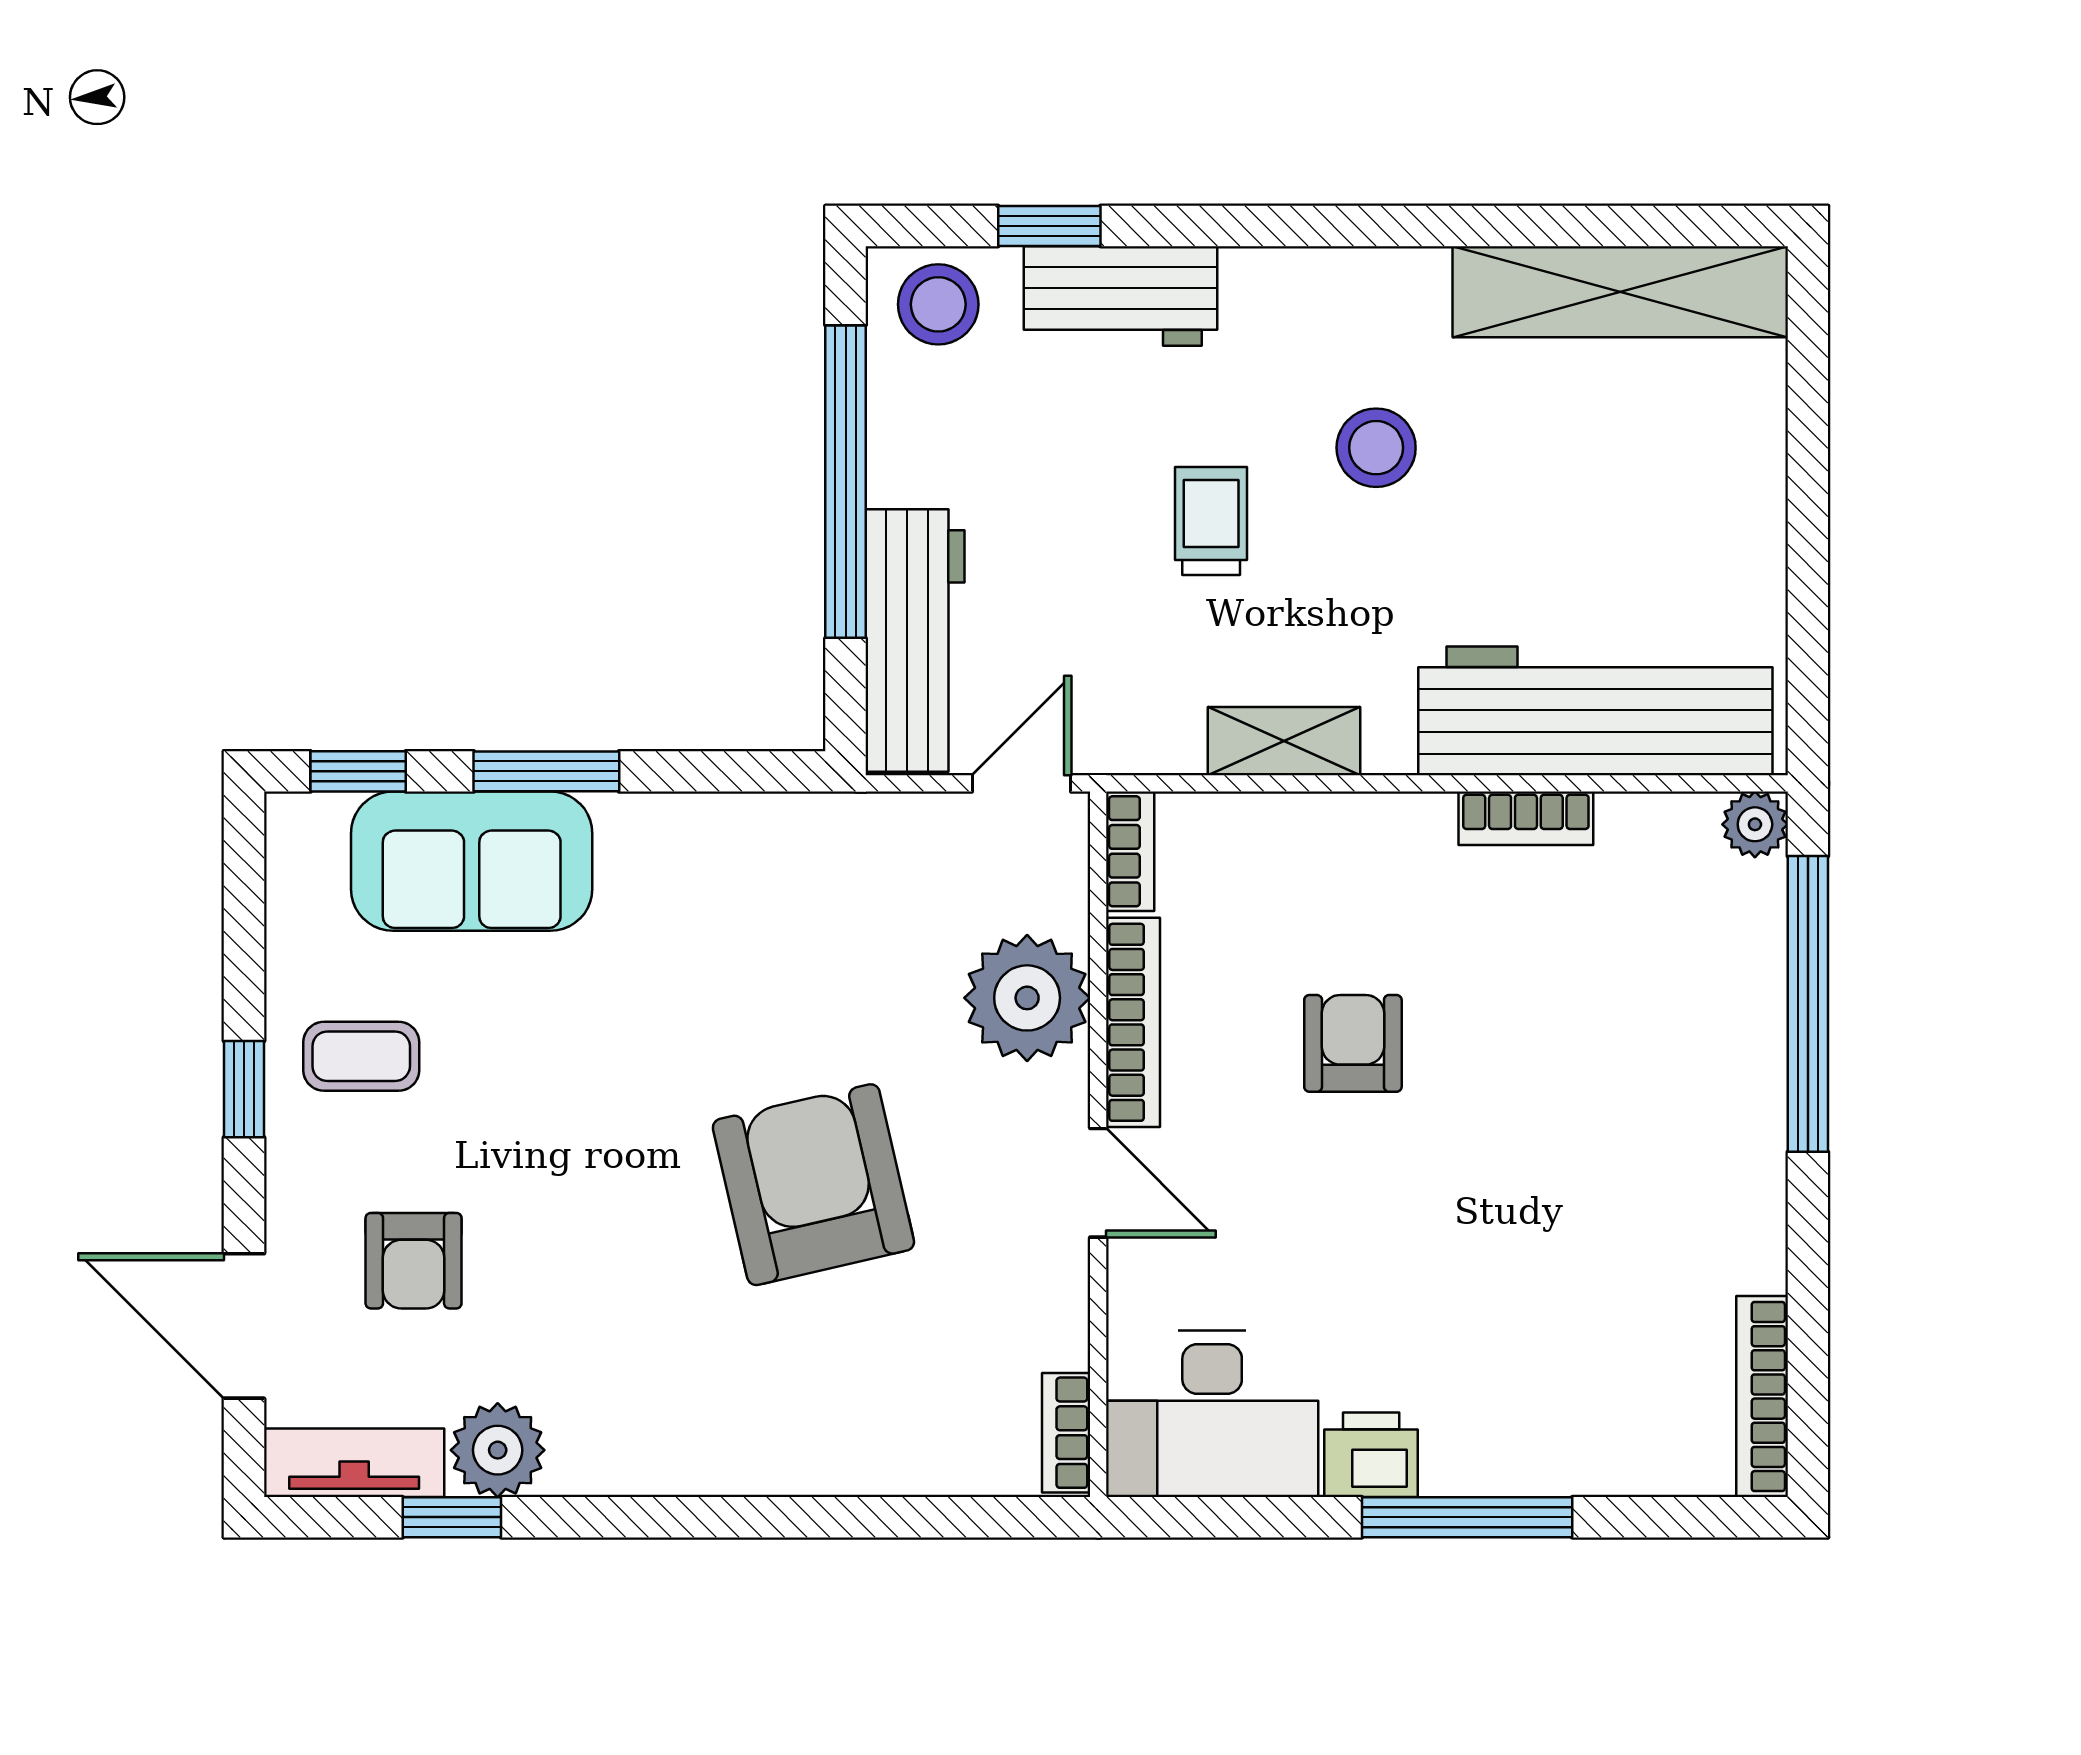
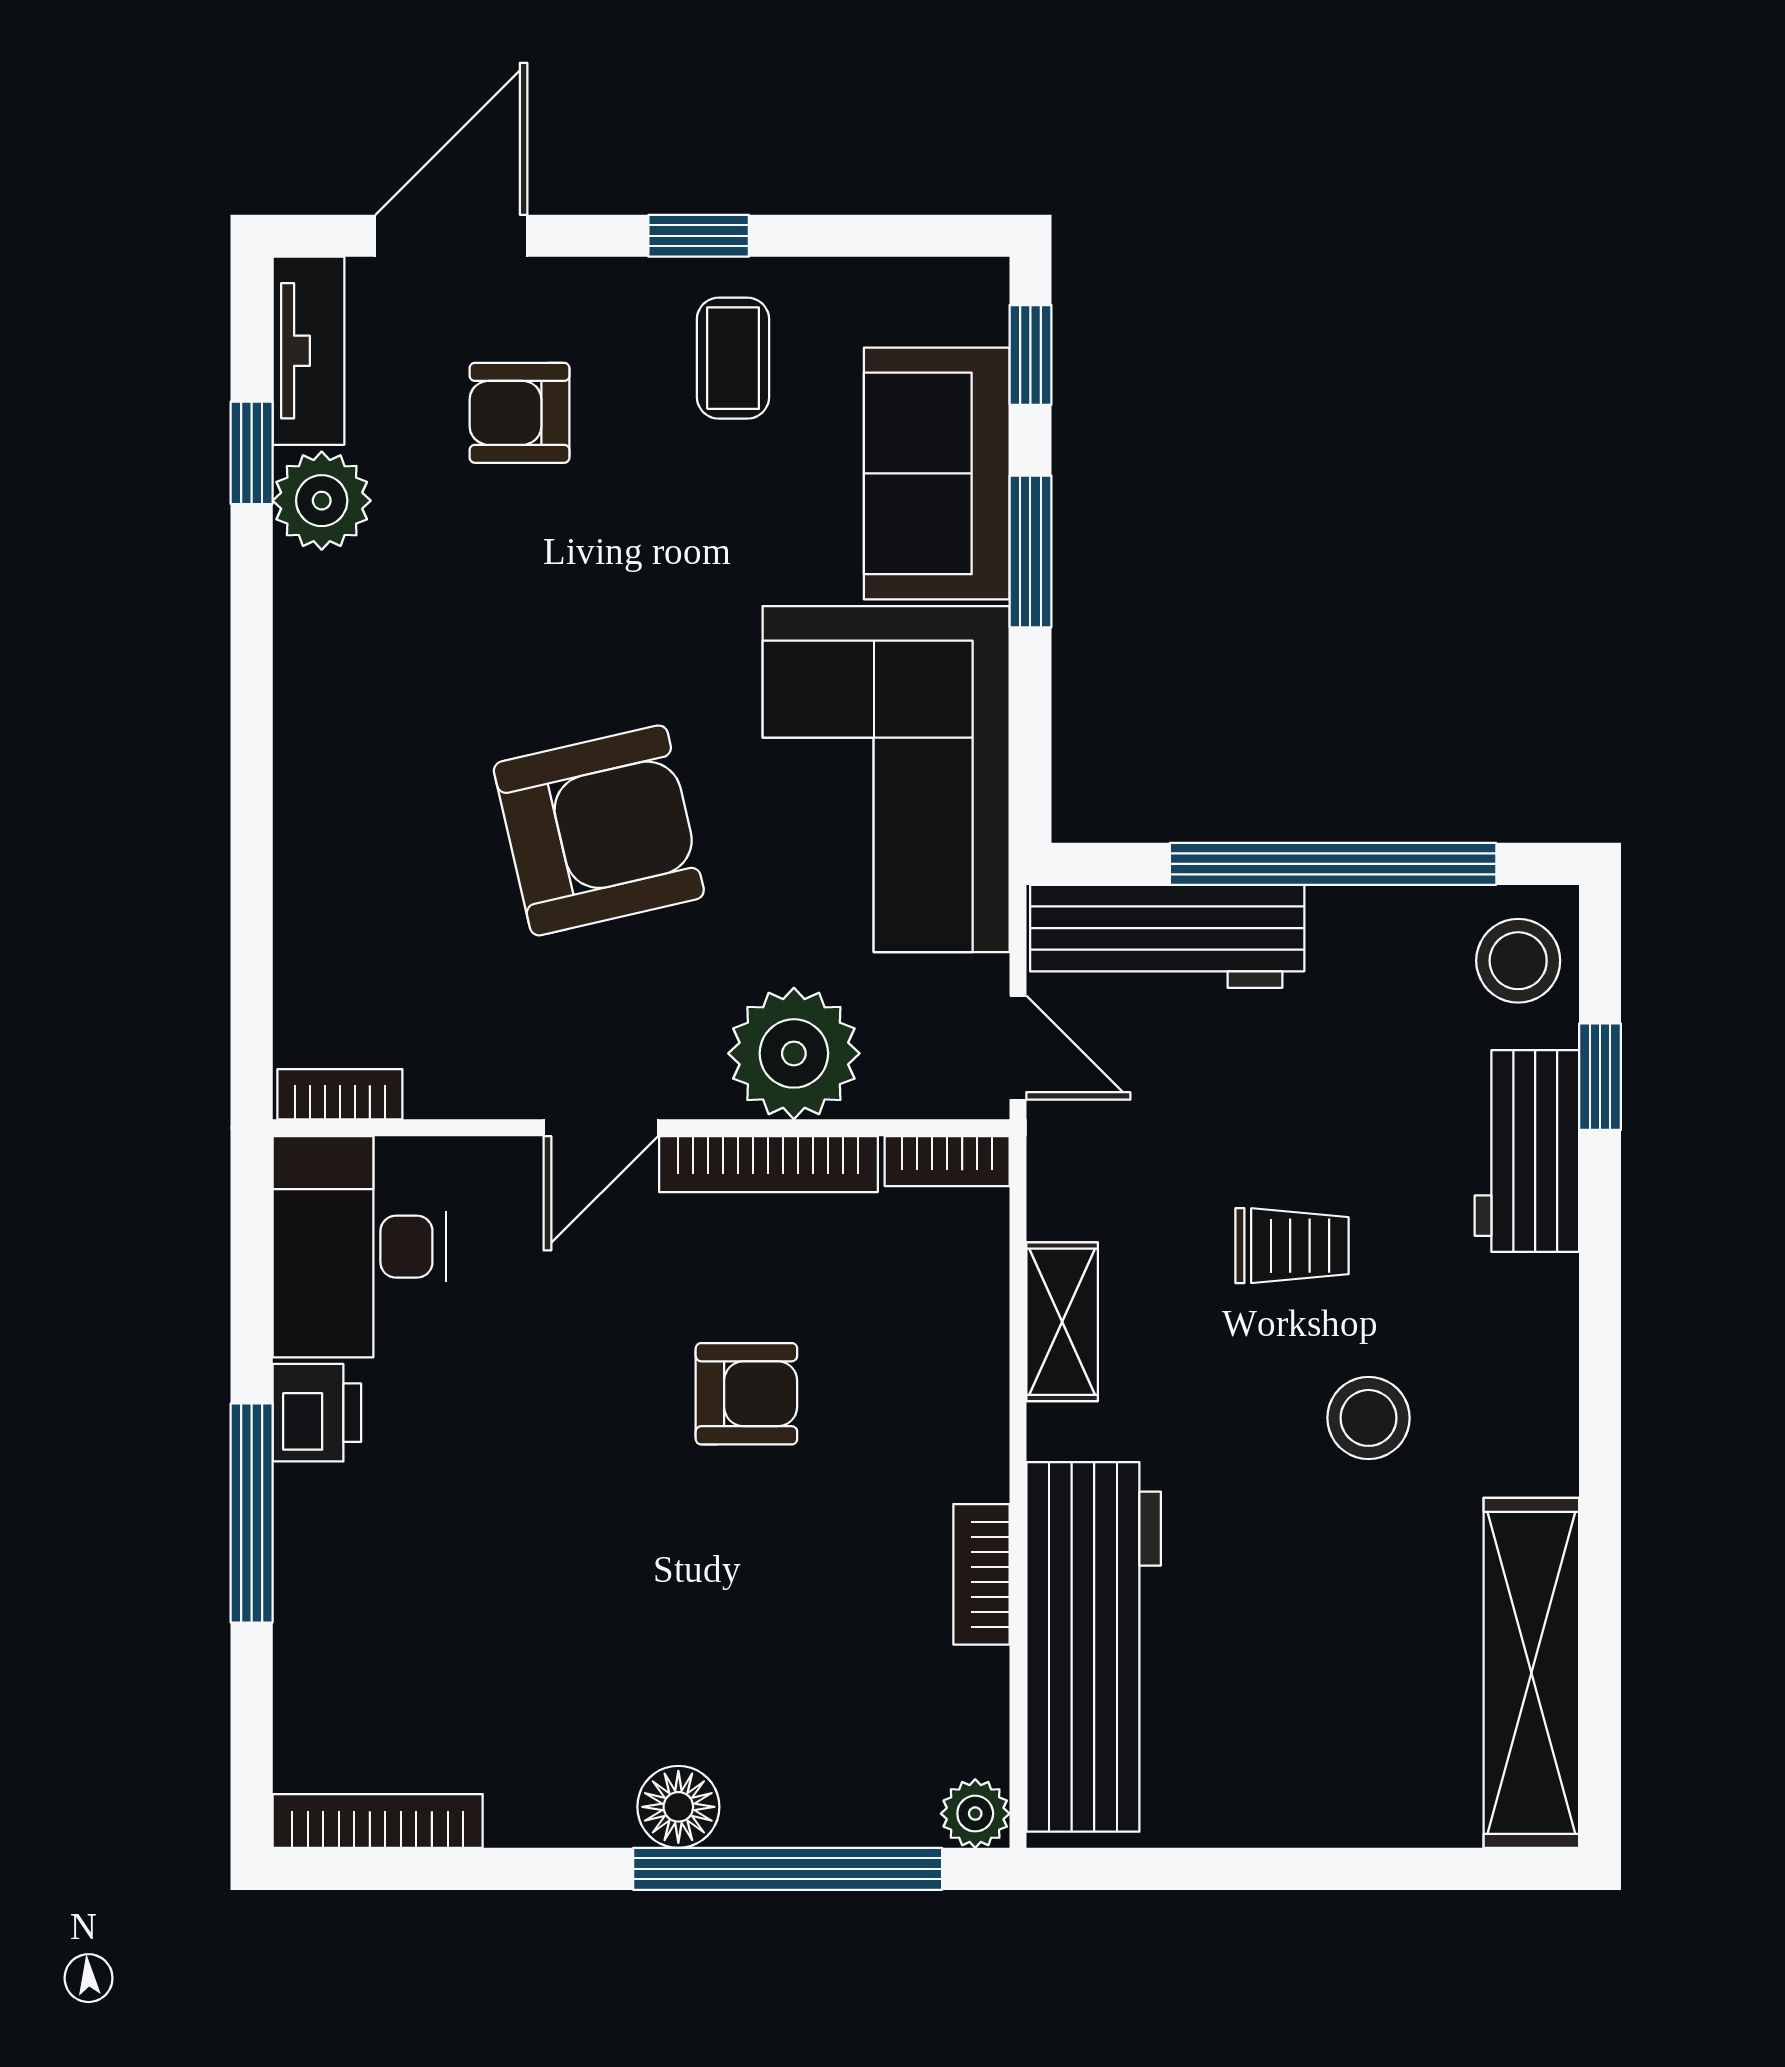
corner sofa: (764, 910) -> (886, 779), added
floor lamp: (1749, 1109) -> (678, 1807), added

